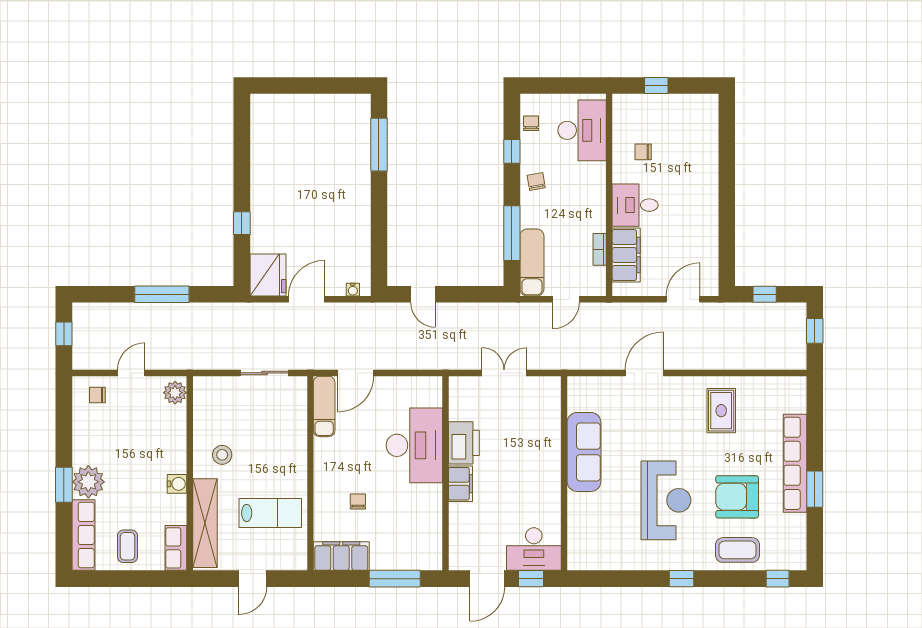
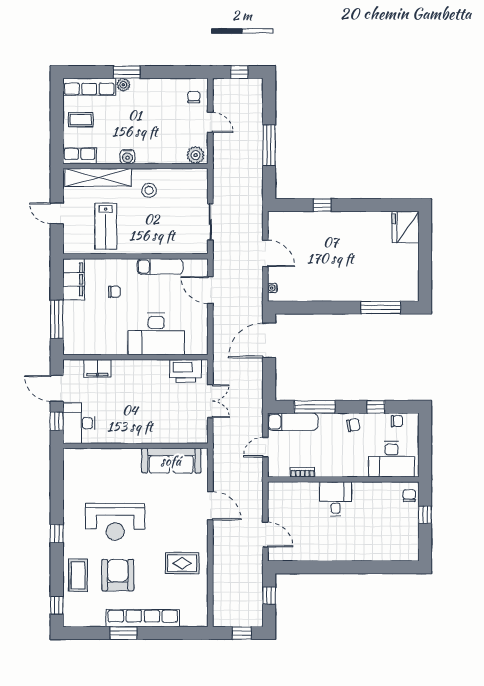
chair: (643, 152) -> (409, 496), moved
filing cabinet: (626, 255) -> (298, 492), removed
fridge: (268, 275) -> (406, 227), moved, turned 90
door: (423, 294) -> (269, 340), width x1.87
door: (566, 299) -> (265, 447), hinge flipped
exam couch: (324, 406) -> (160, 267), moved
printer: (464, 443) -> (186, 371), moved
sofa: (584, 452) -> (171, 461), moved
plant: (88, 482) -> (123, 85), width x0.53, depth x0.53
filing cabinet: (460, 484) -> (97, 368), moved

